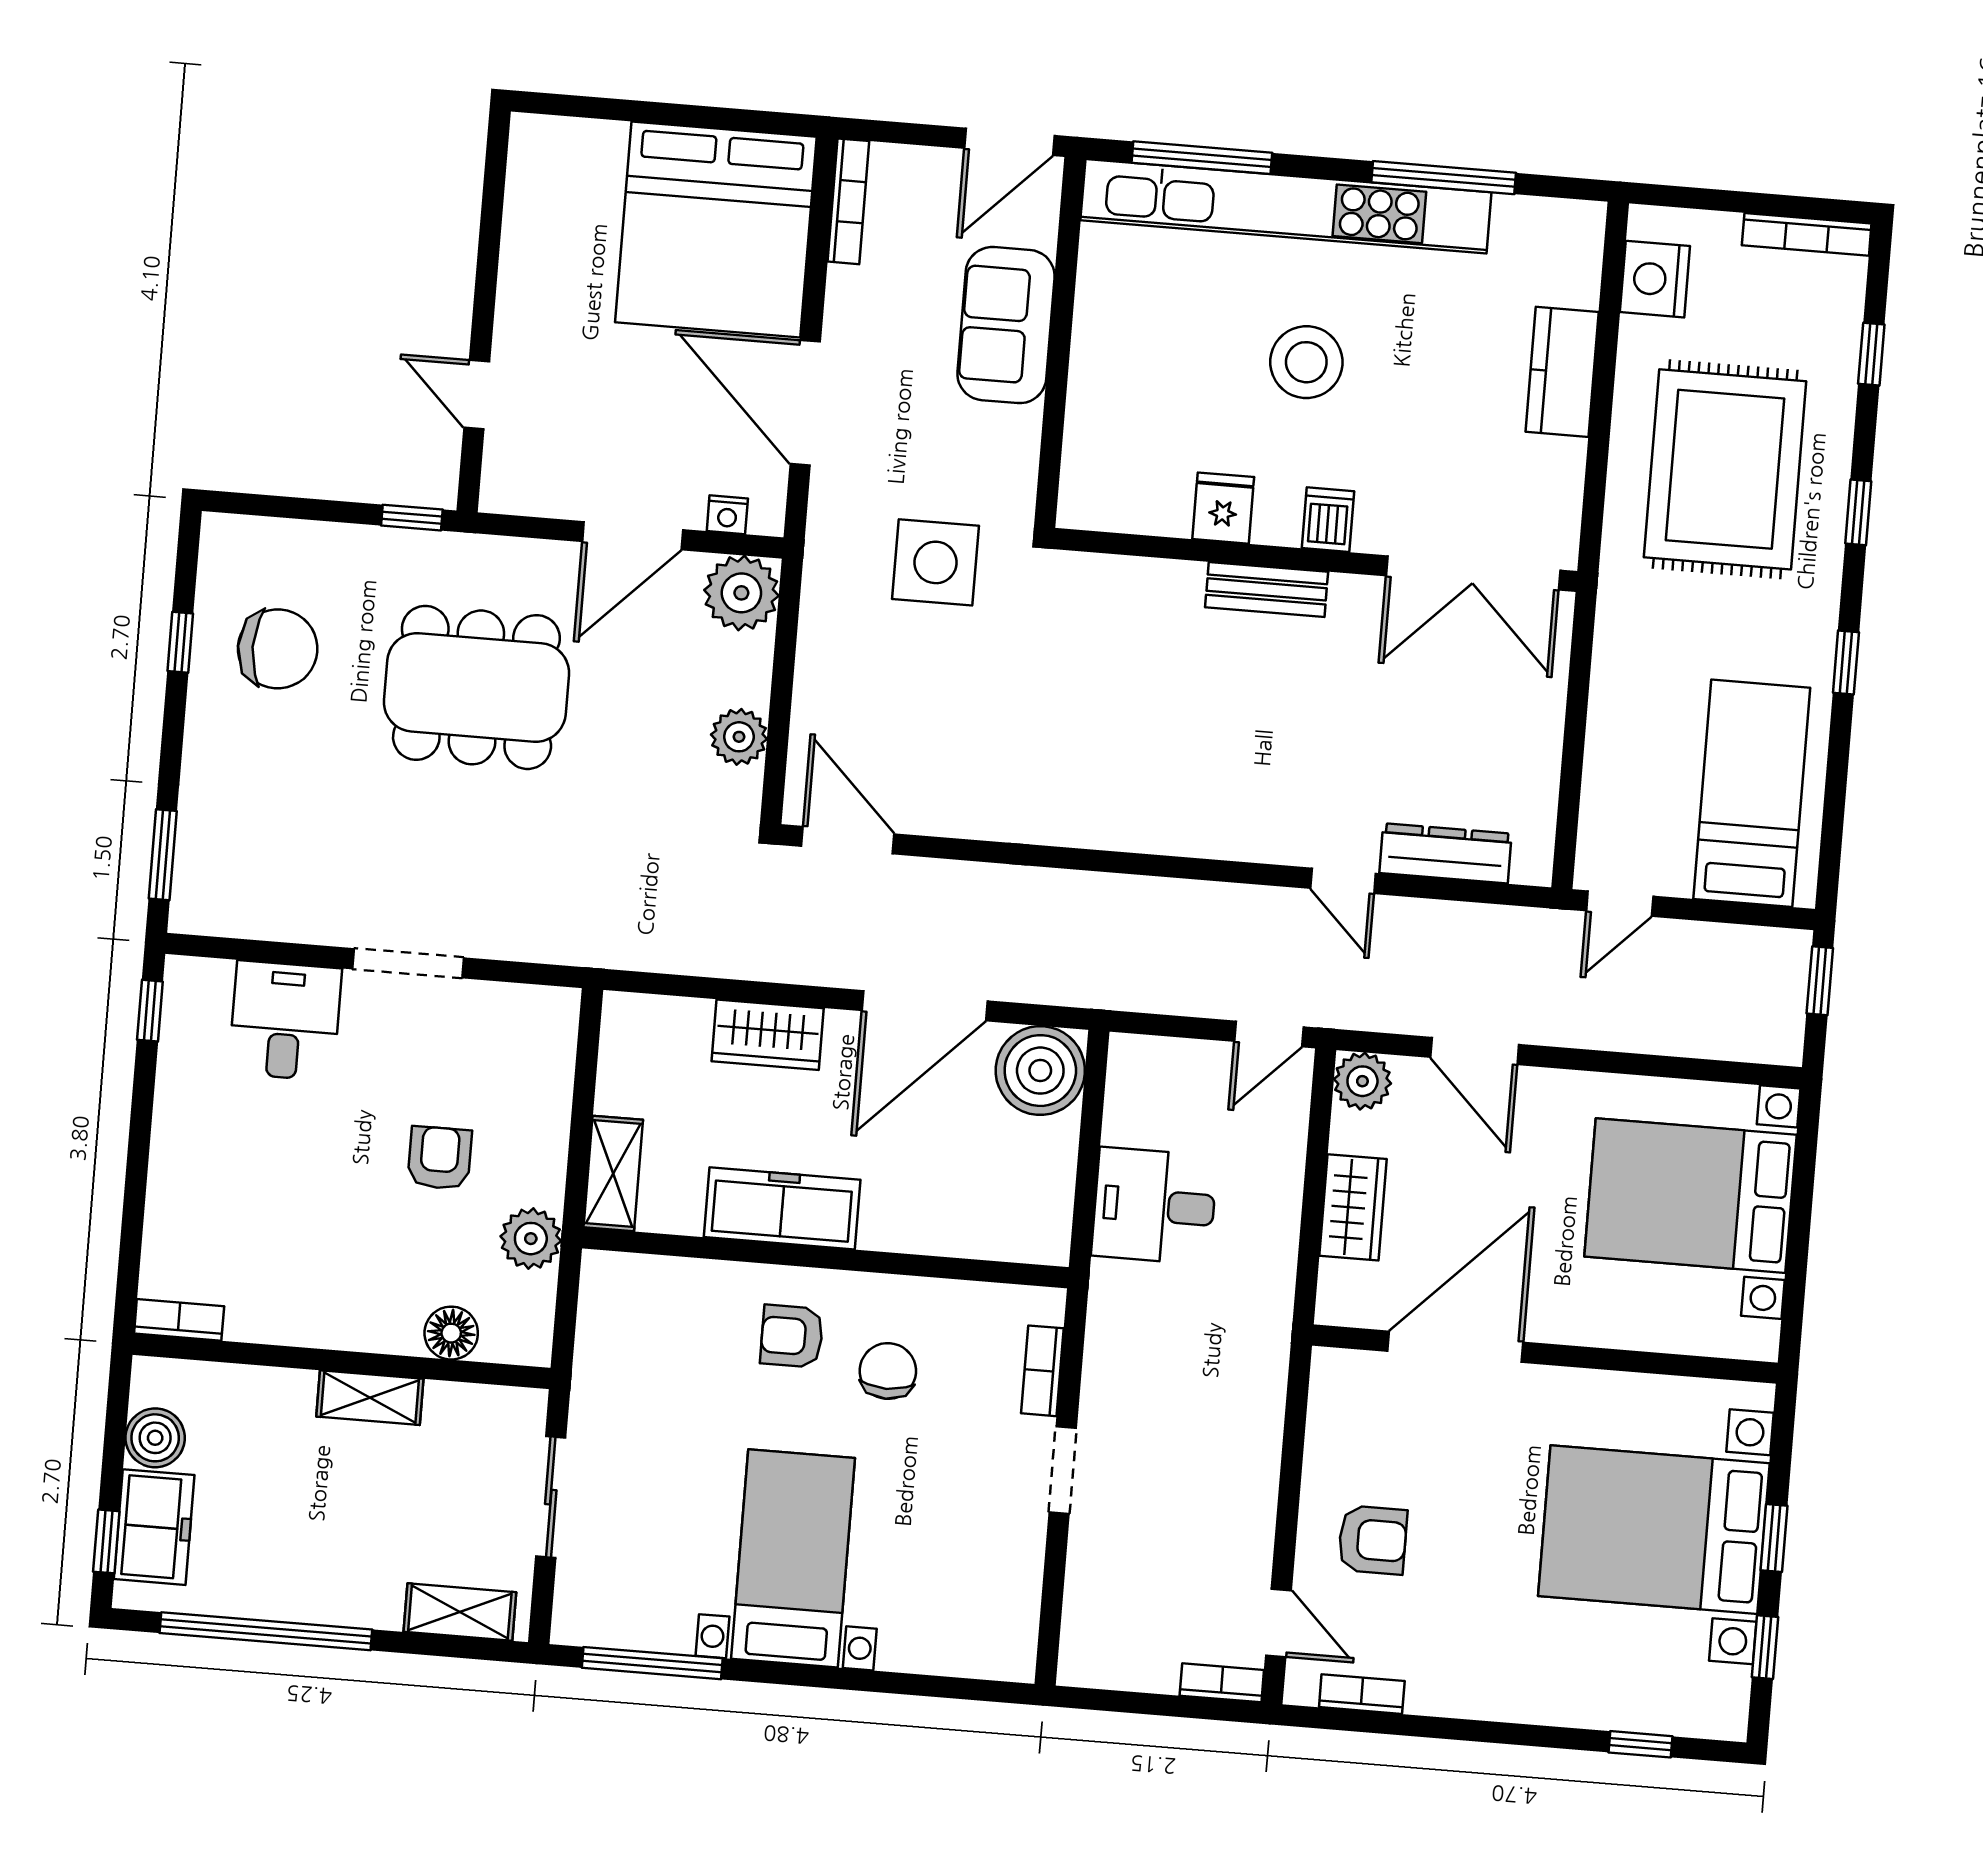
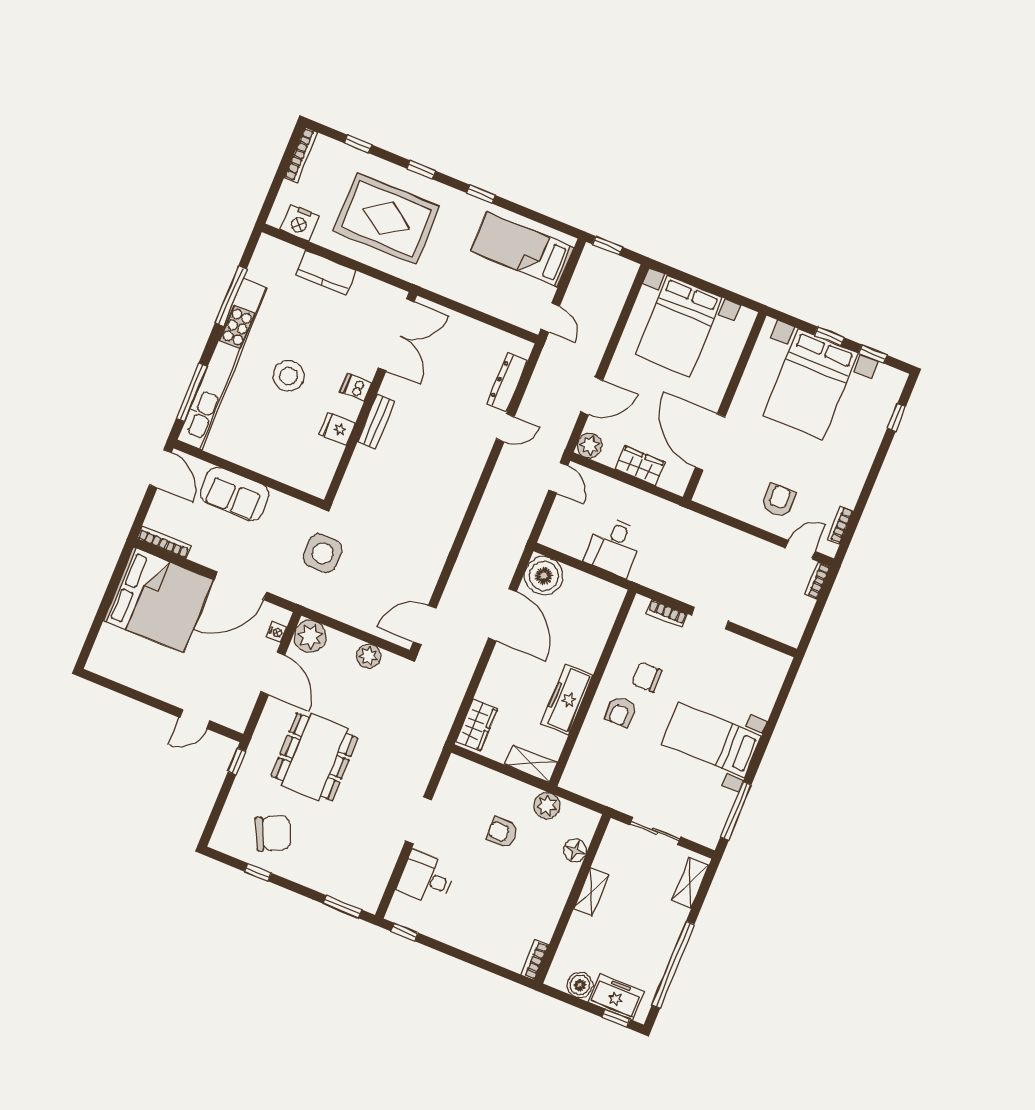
chair: (278, 649) -> (273, 833), turned 65
wardrobe: (768, 1035) -> (477, 725), moved

